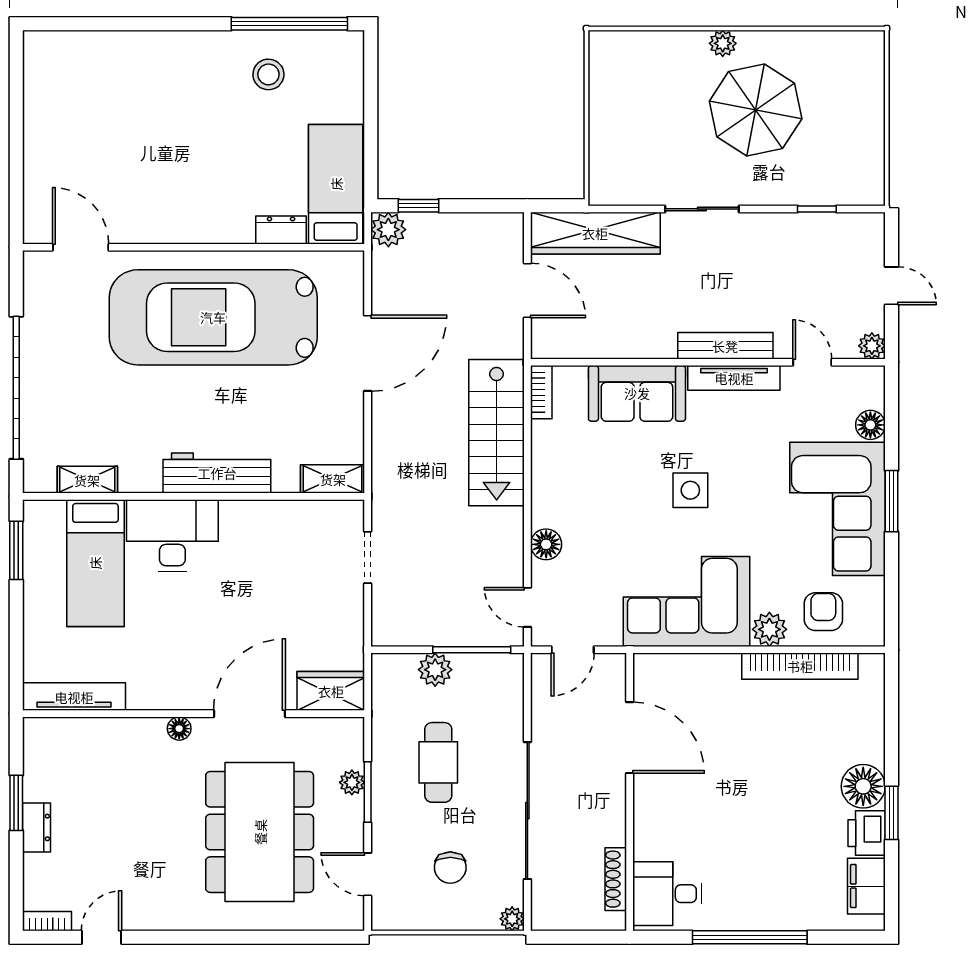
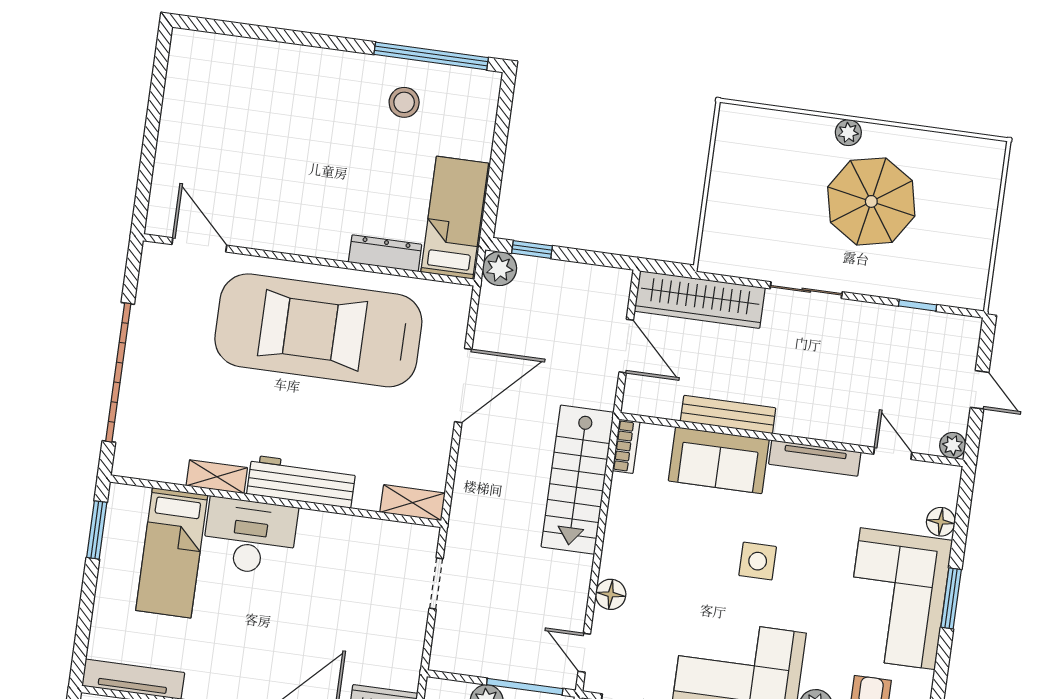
dresser: (281, 230) -> (385, 253), width x1.44
bench: (725, 346) -> (728, 414), moved
shelving: (87, 480) -> (217, 477), moved

